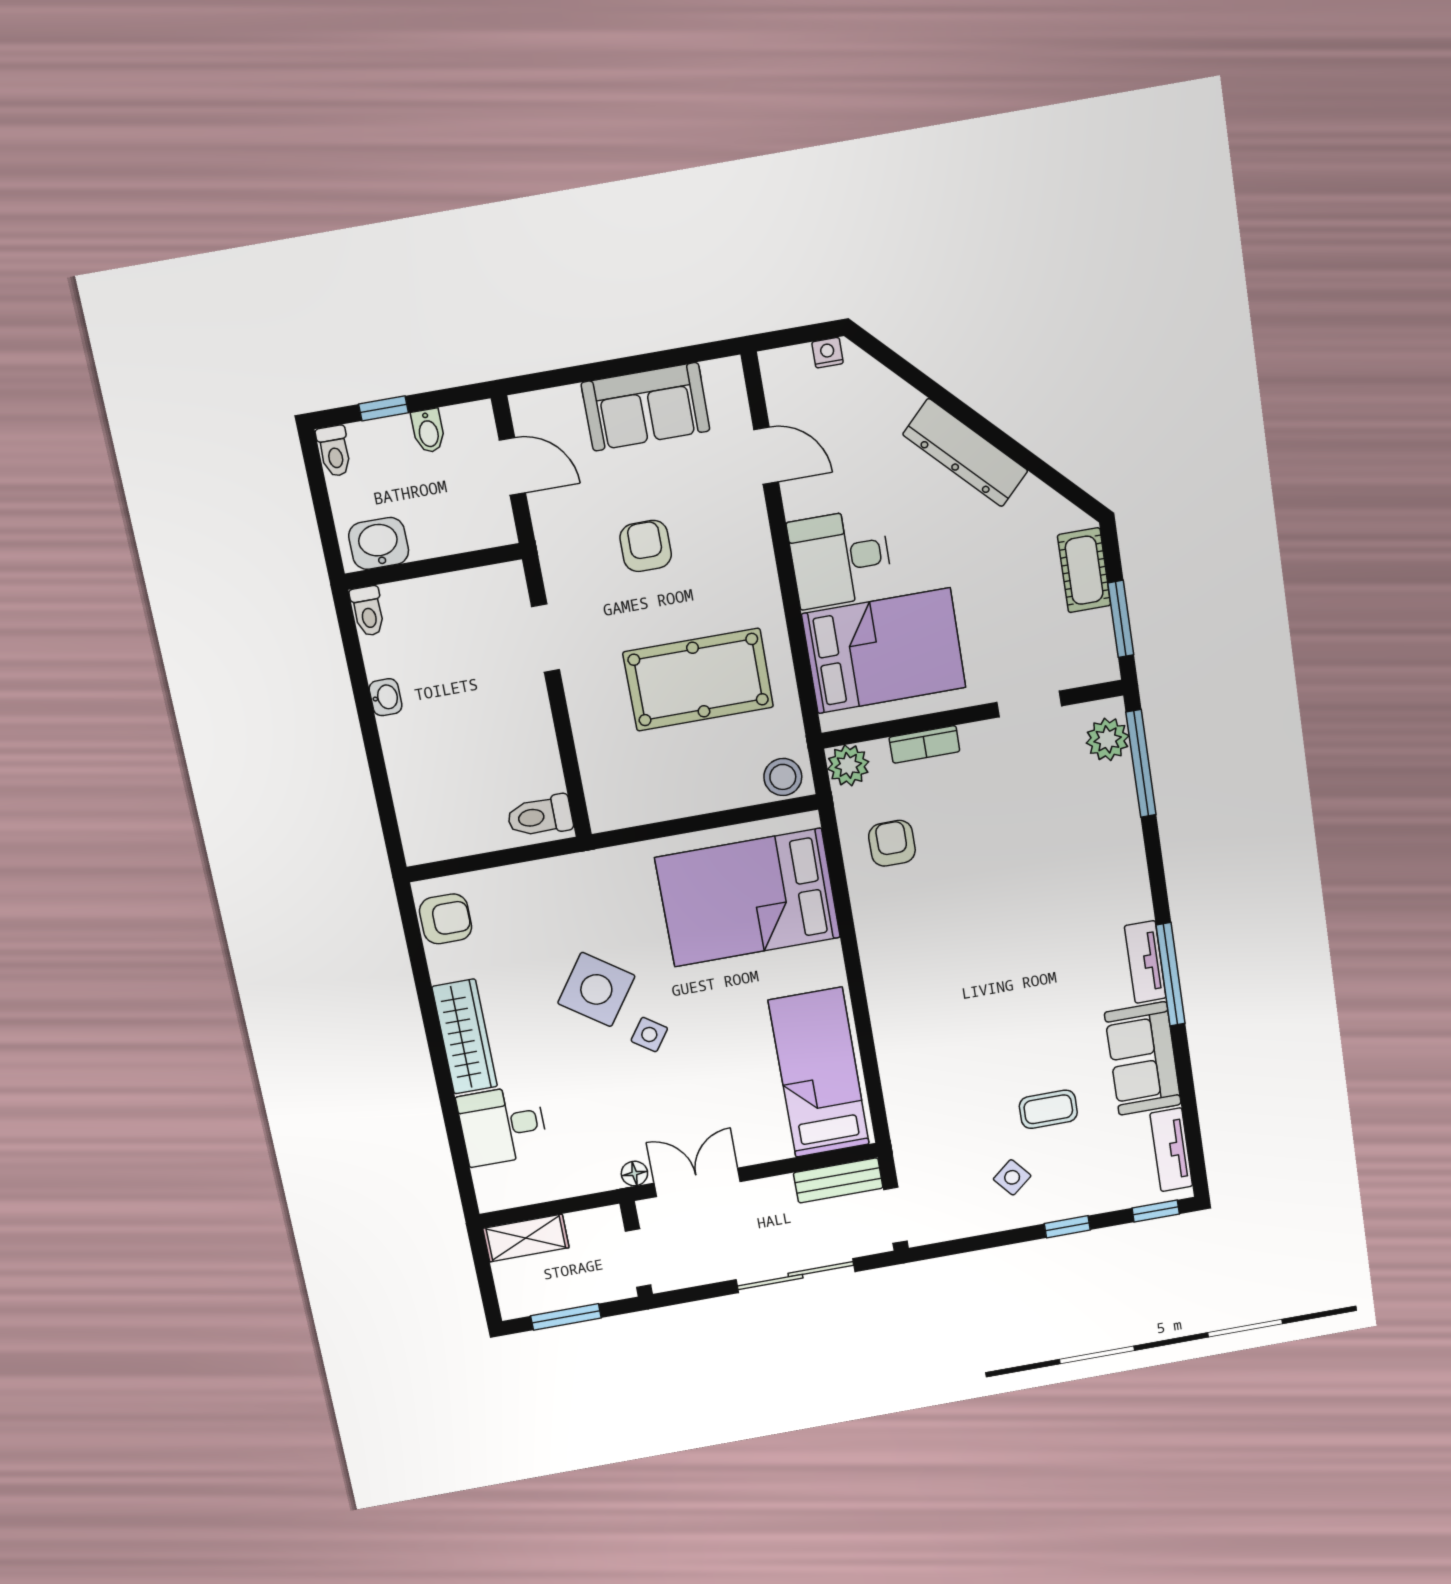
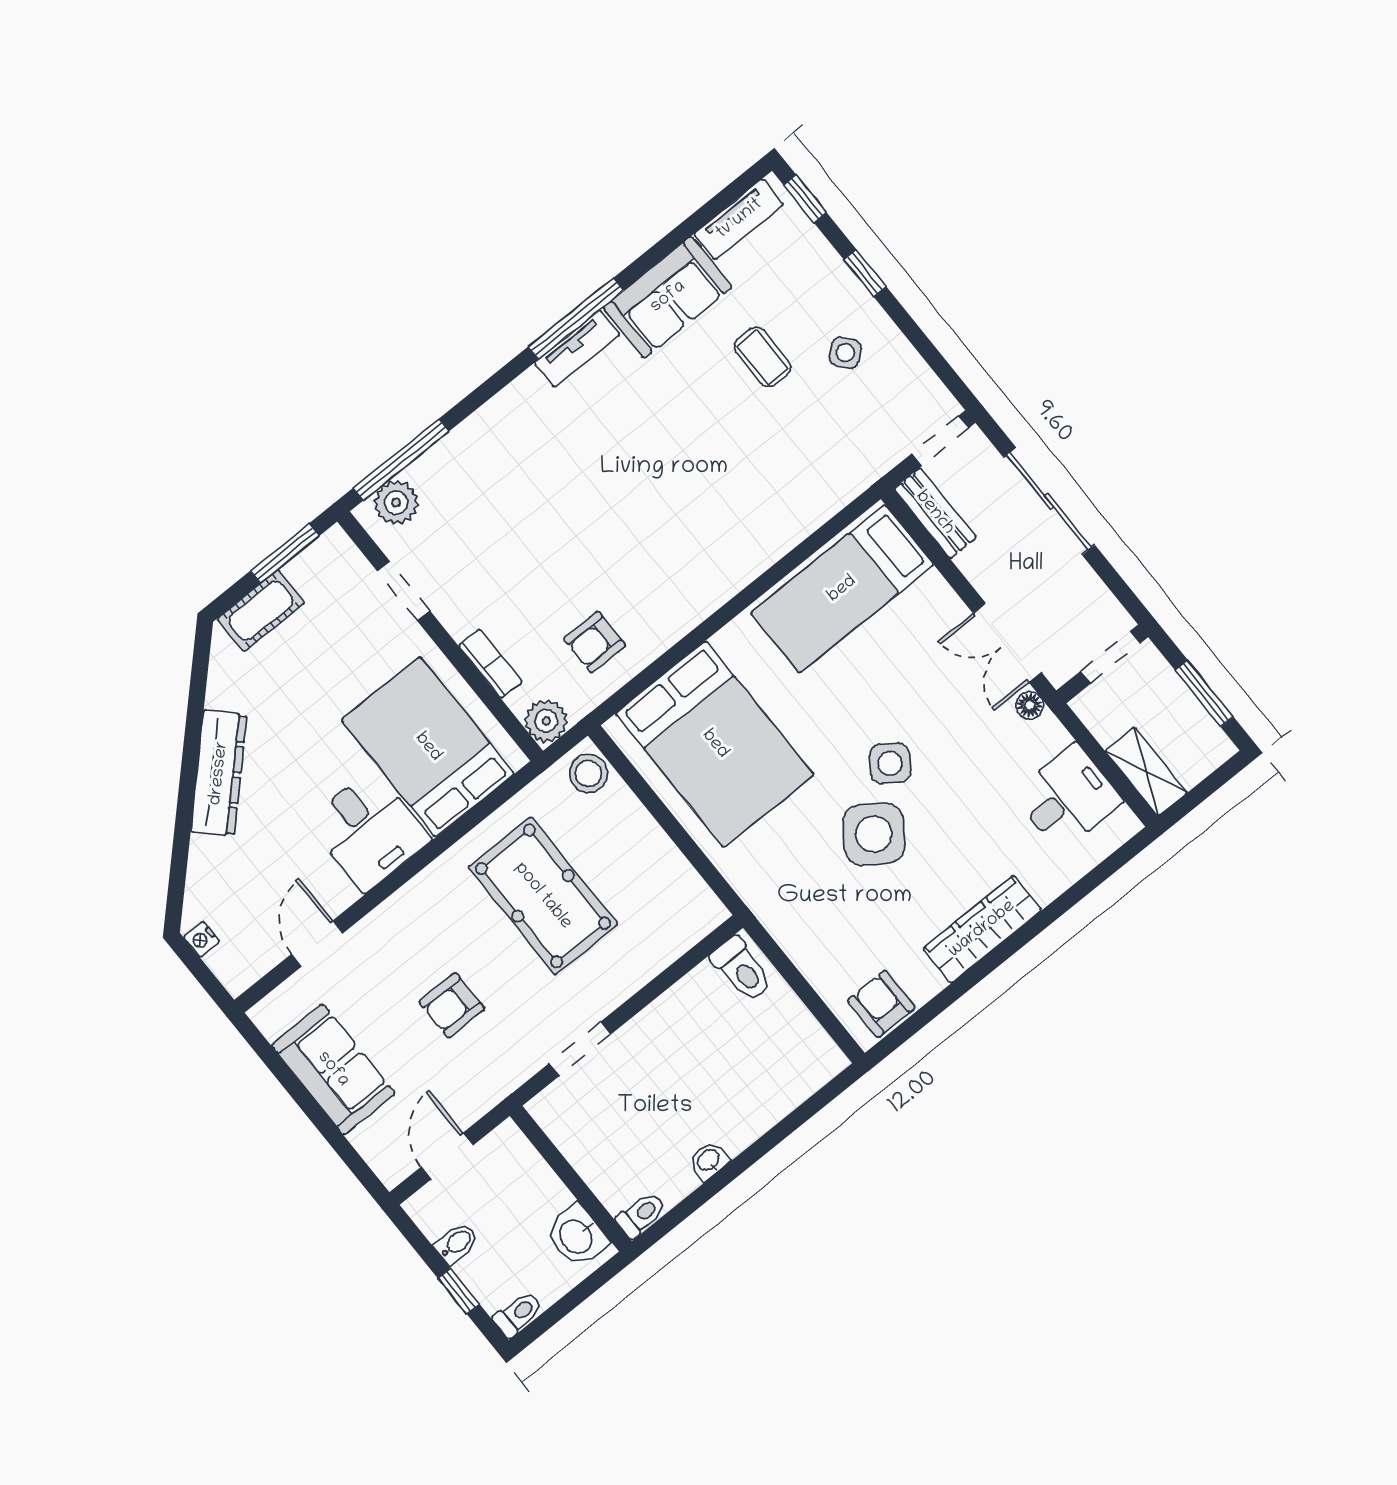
side table: (649, 1035) -> (890, 763), width x1.37, depth x1.37
desk: (502, 1125) -> (1068, 798), moved, turned -90

